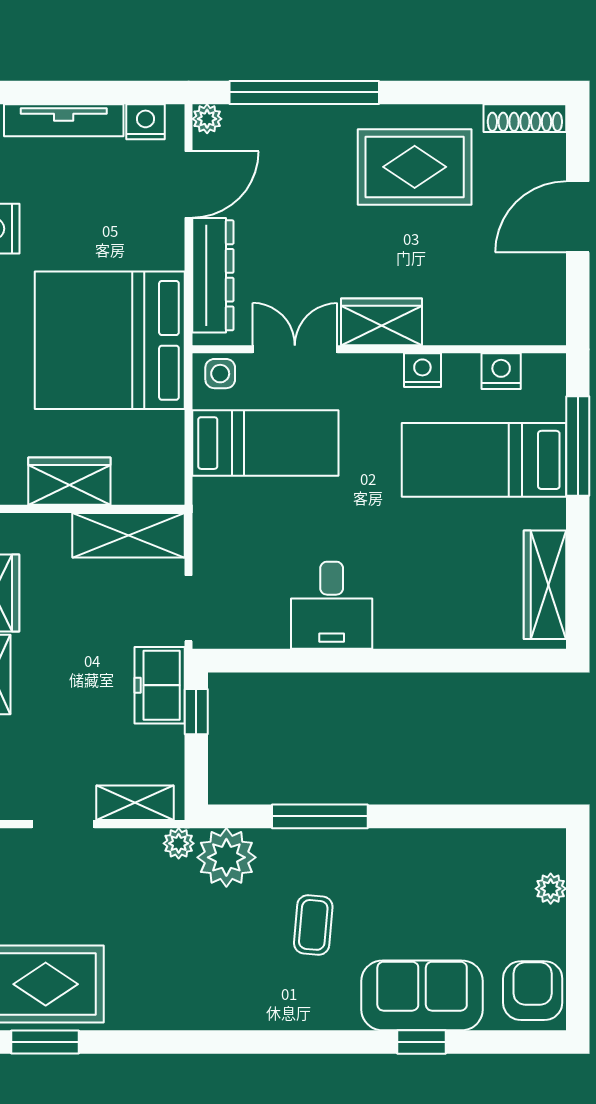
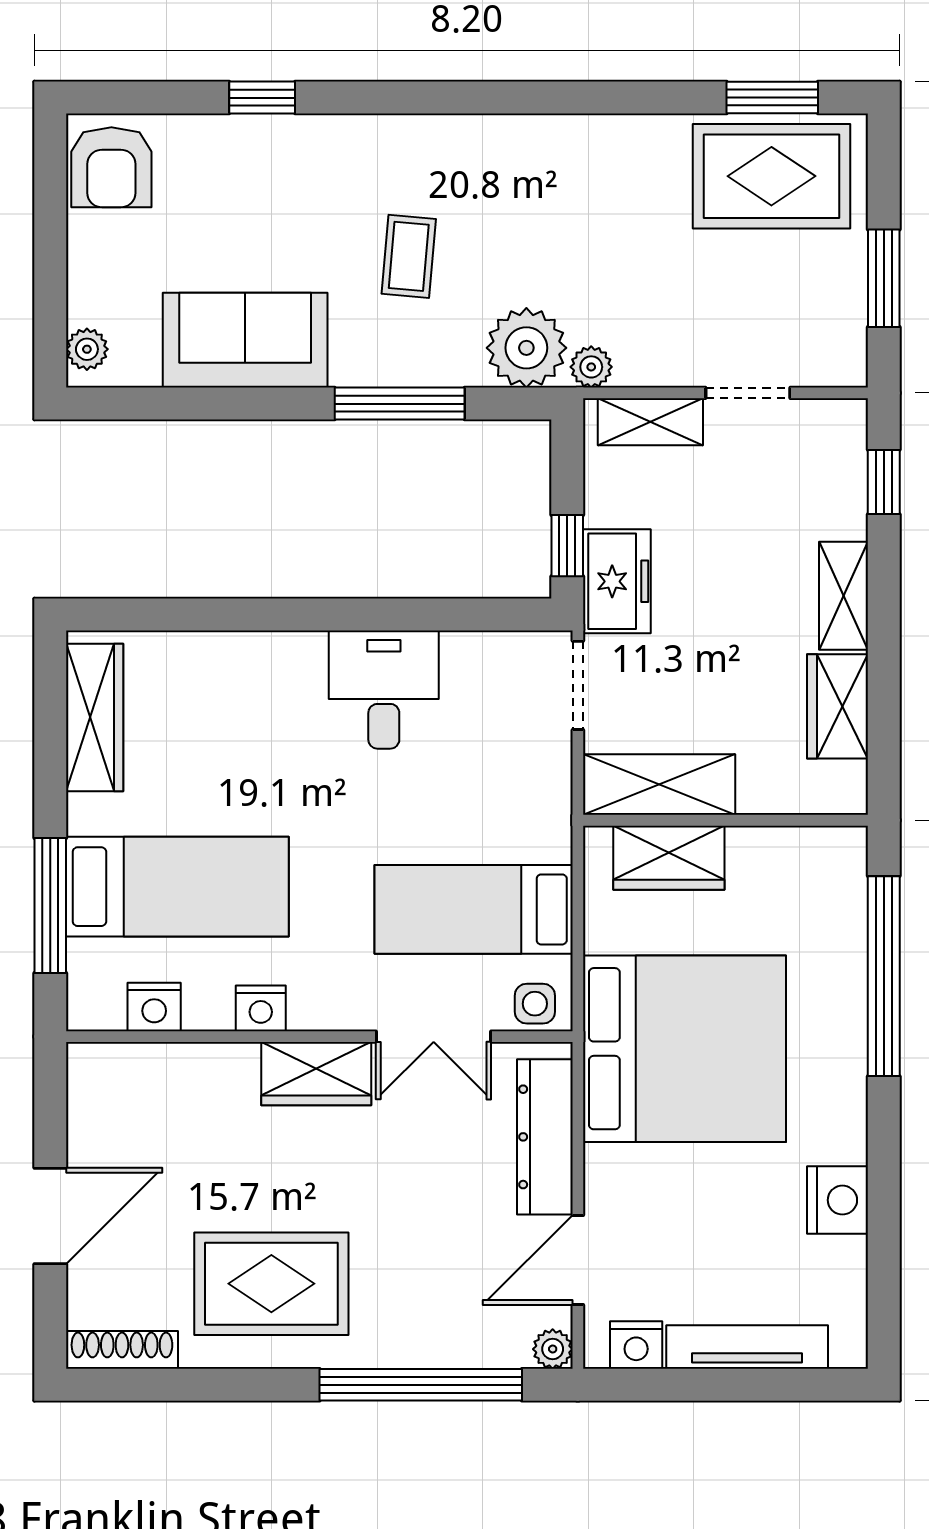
wardrobe: (69, 481) -> (669, 858), moved
plant: (551, 889) -> (87, 349), moved
sofa: (422, 995) -> (245, 340), moved, turned 180

